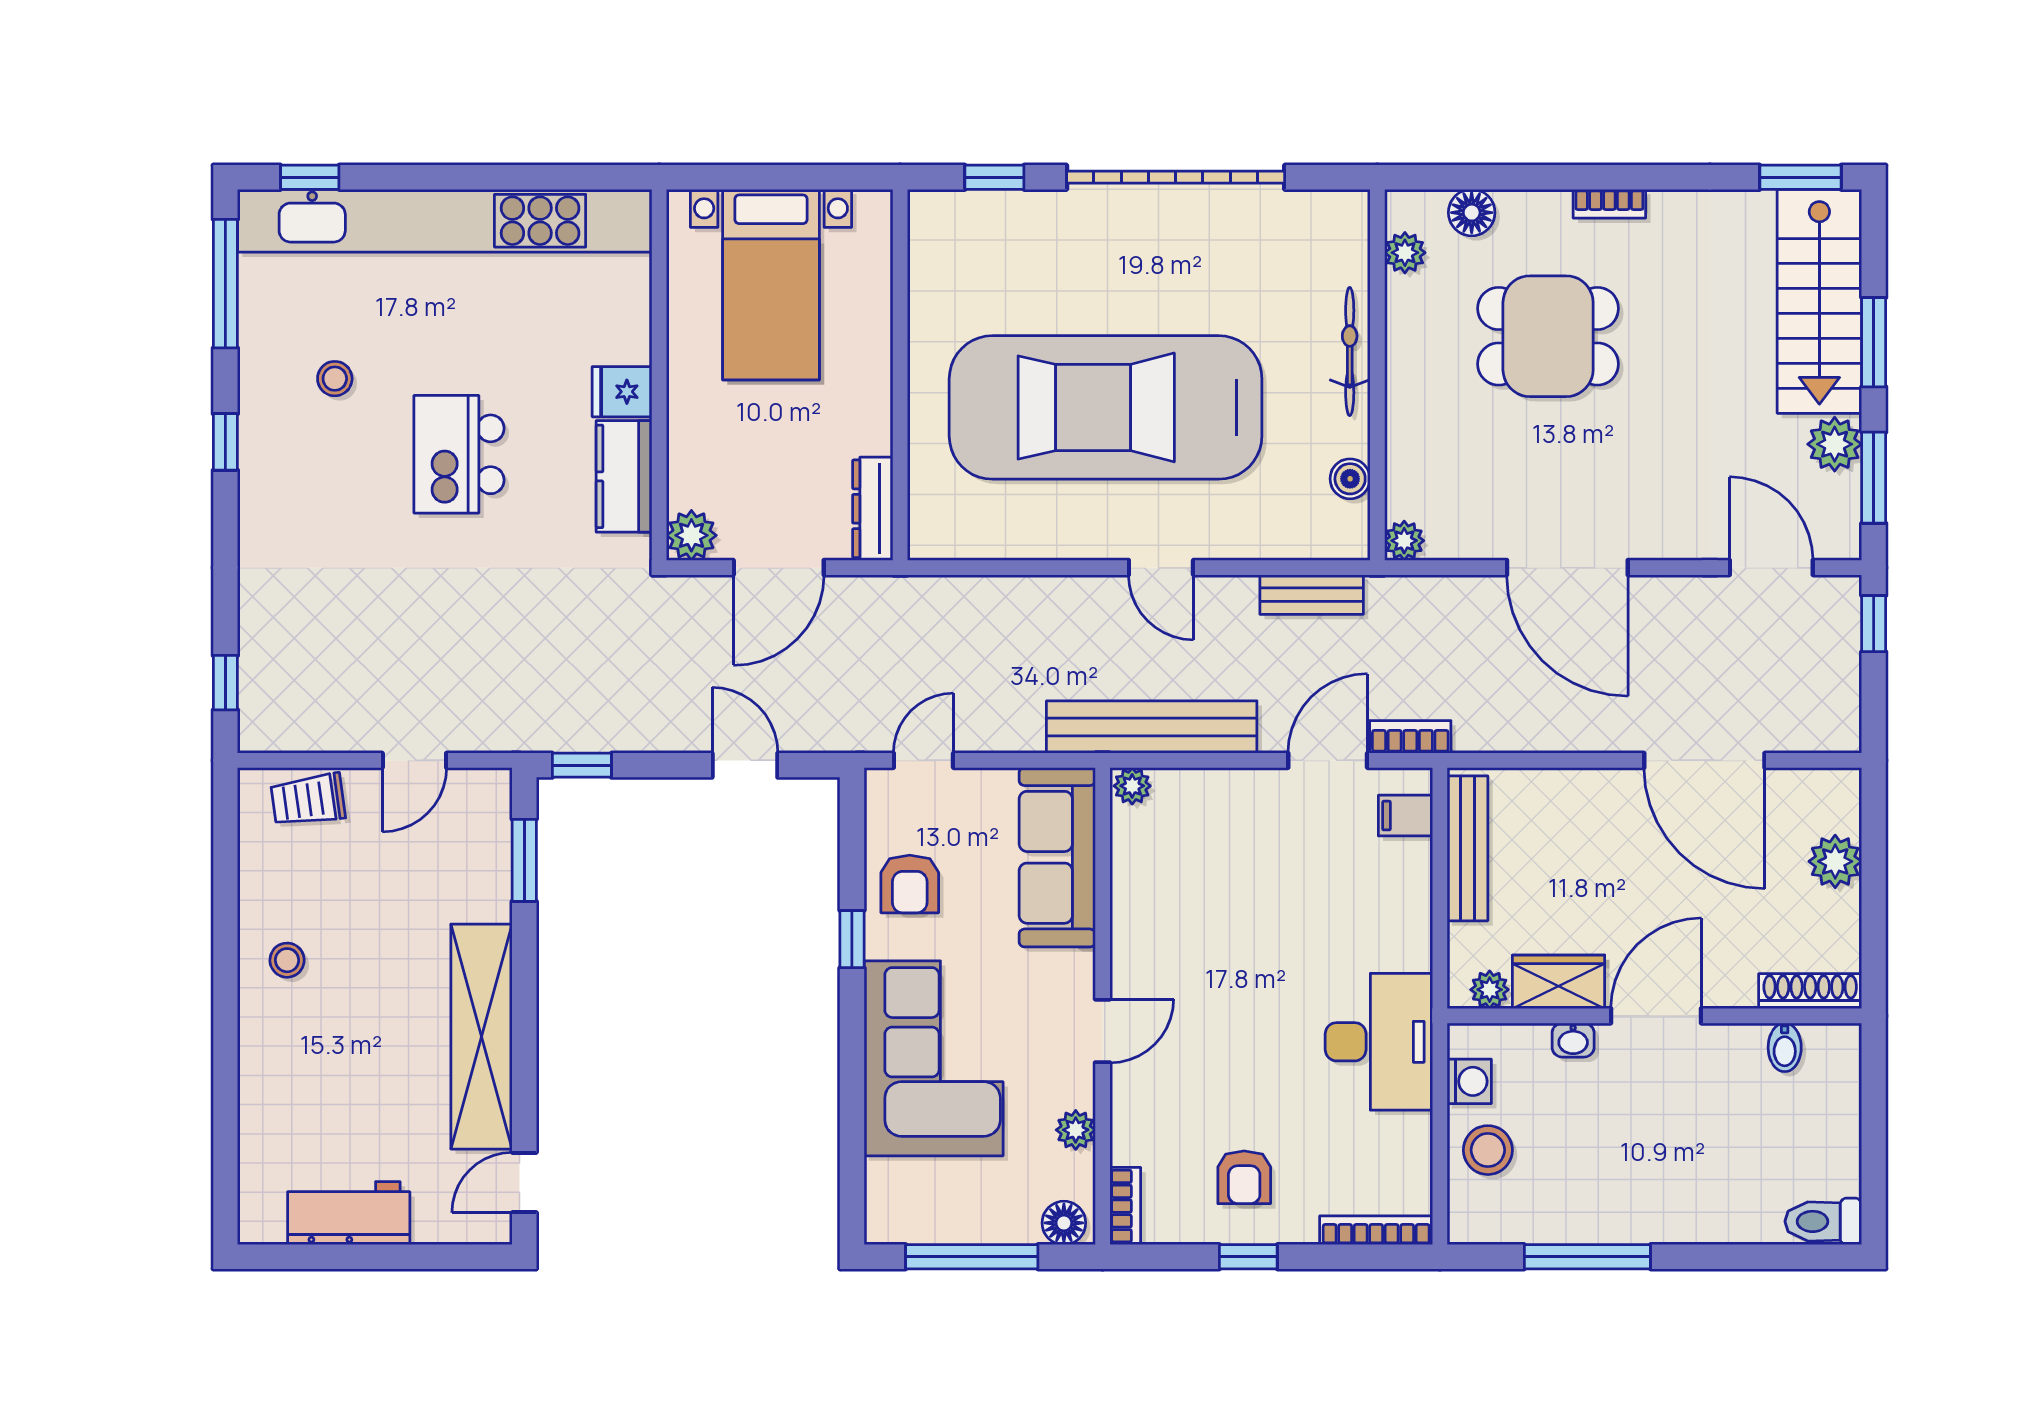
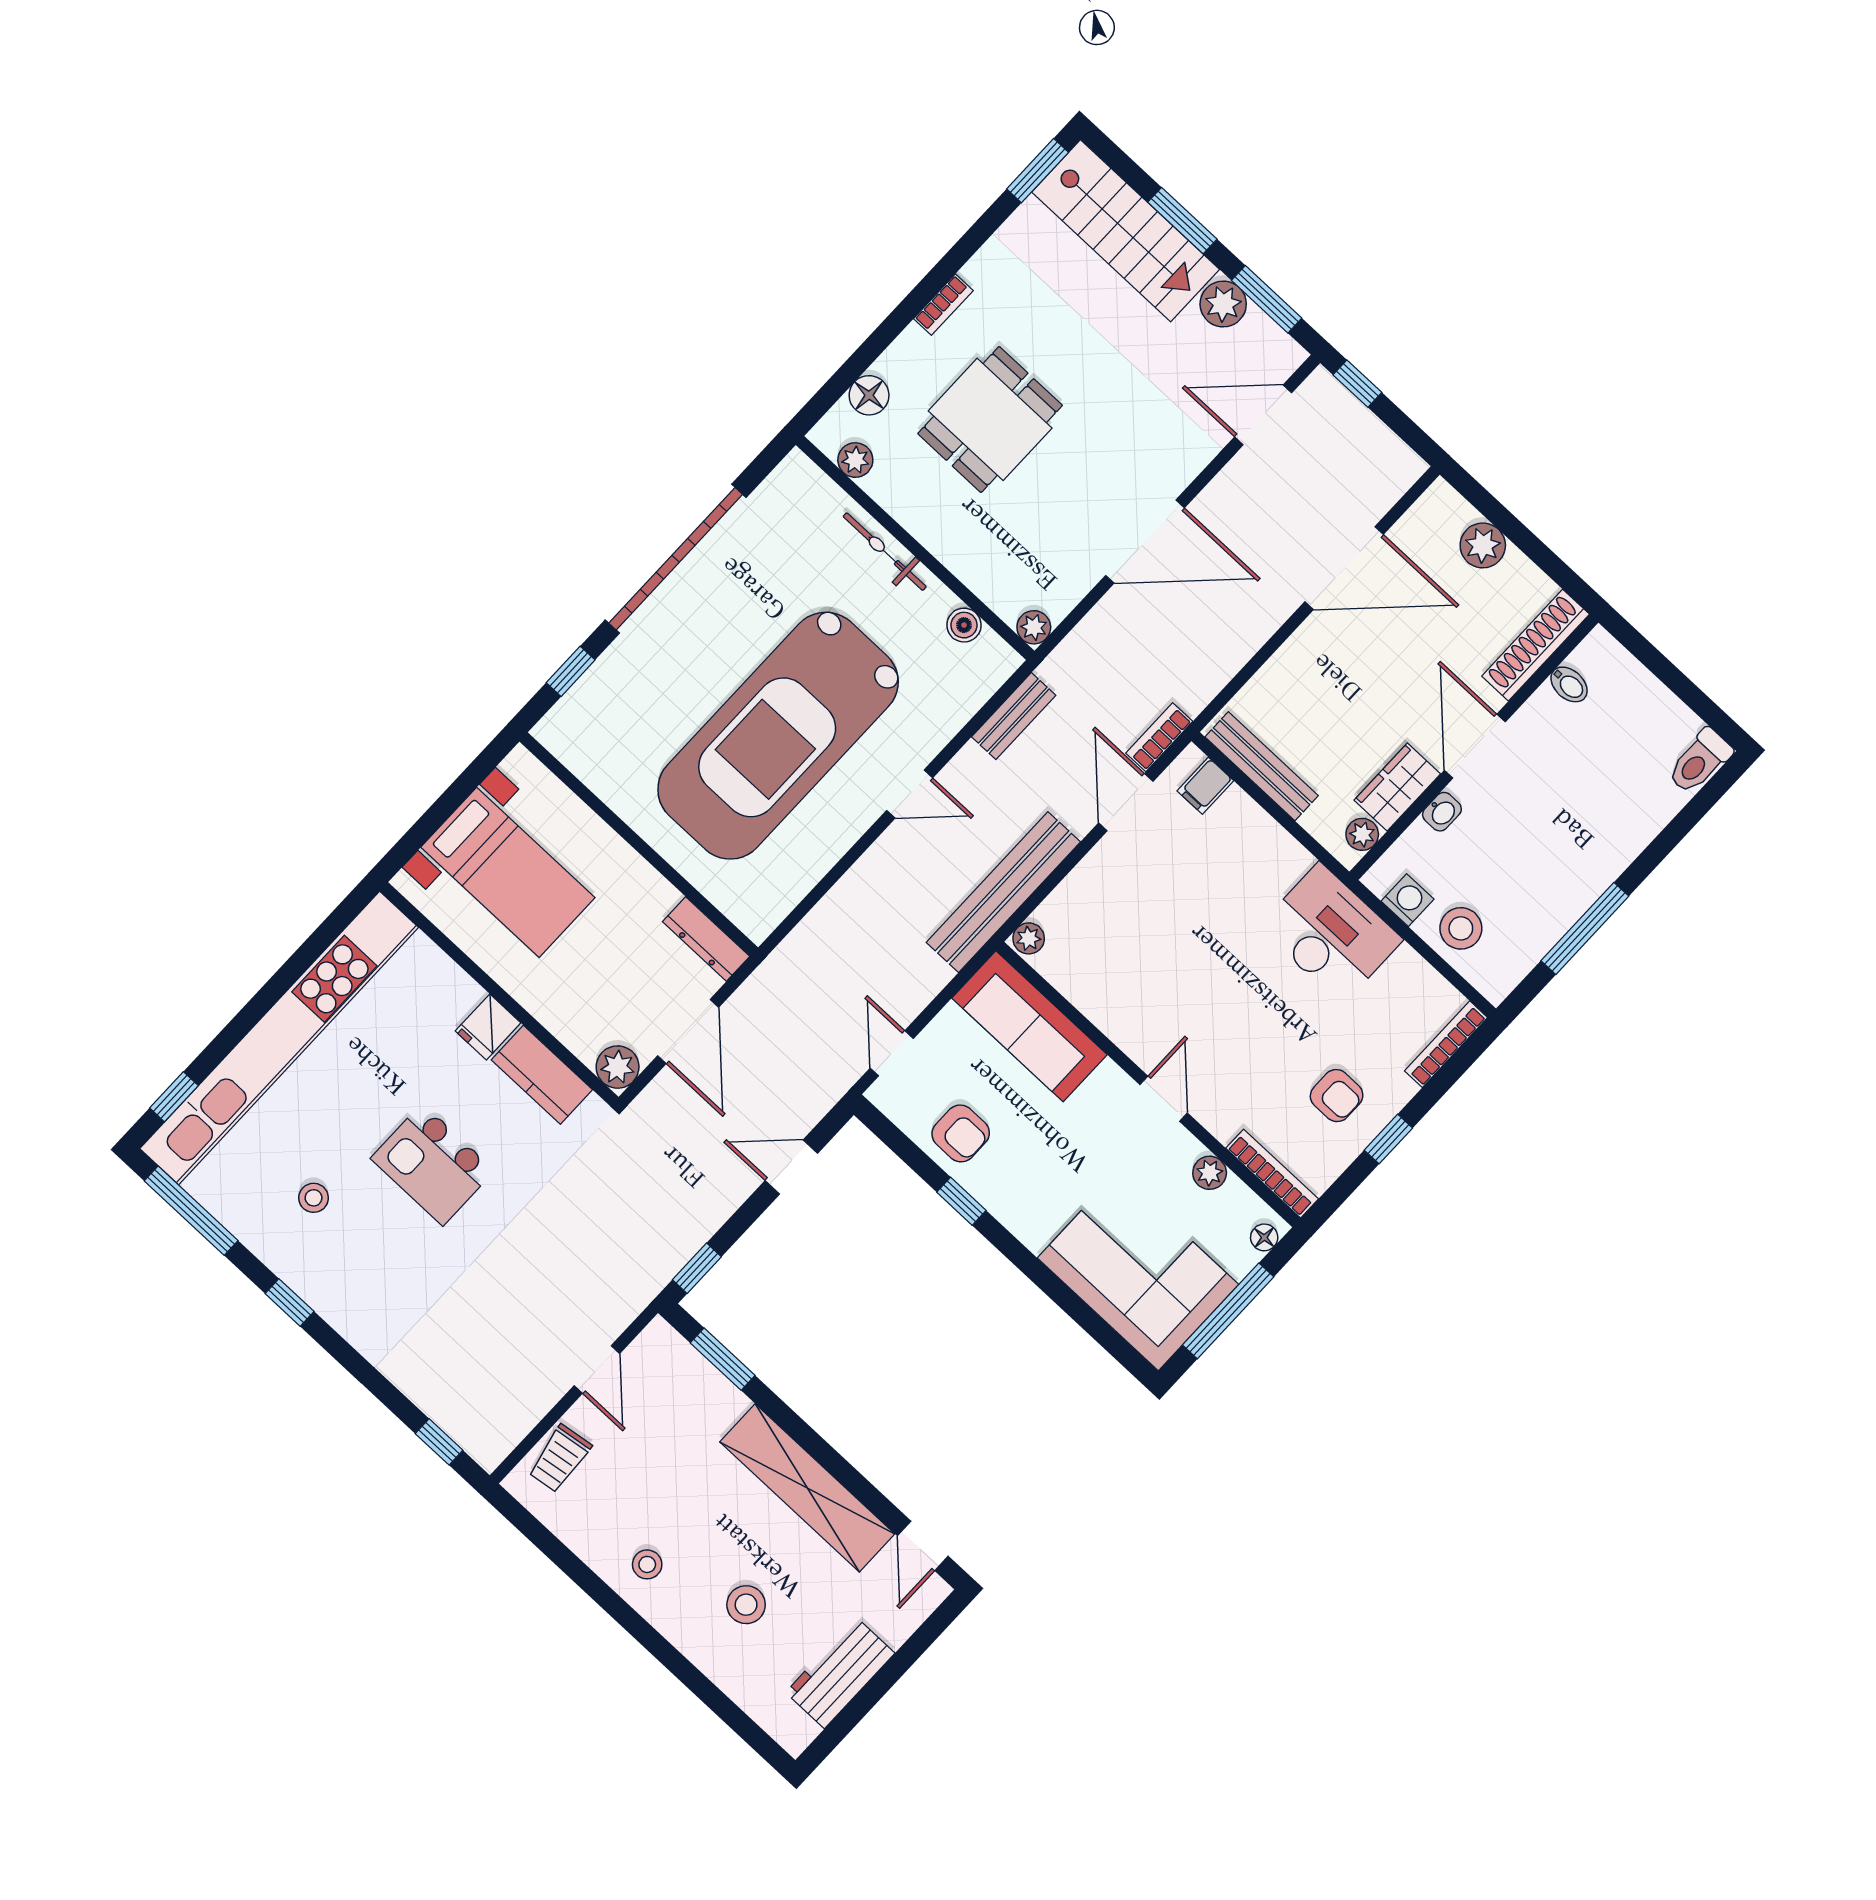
shoe rack: (1810, 991) -> (1536, 645), width x1.36, depth x1.24
corner sofa: (934, 1058) -> (1138, 1271), moved
stool: (332, 1078) -> (746, 1605), added
bookcase: (1125, 1206) -> (1272, 1174), width x1.56
floor lamp: (1064, 1223) -> (1264, 1237), width x0.73, depth x0.73

